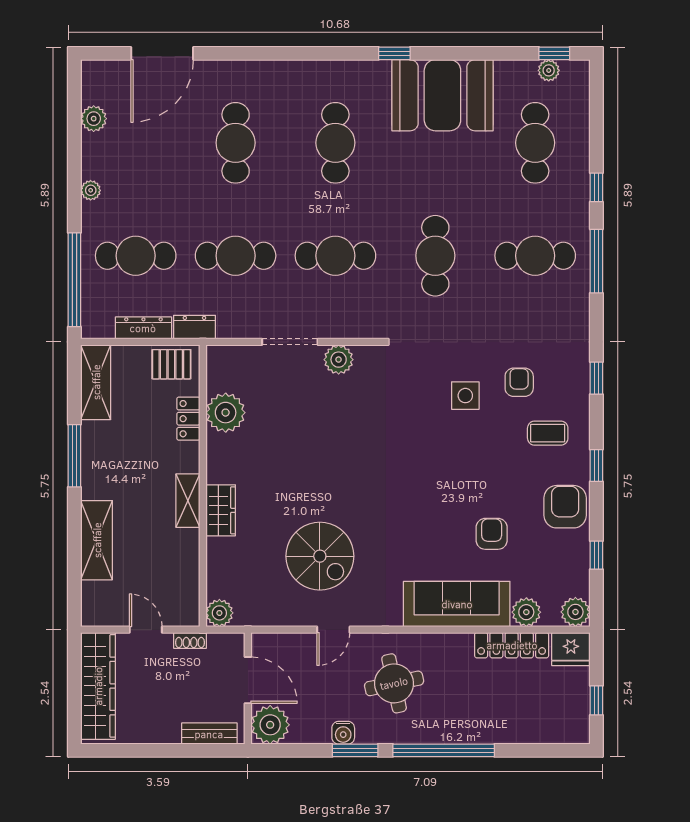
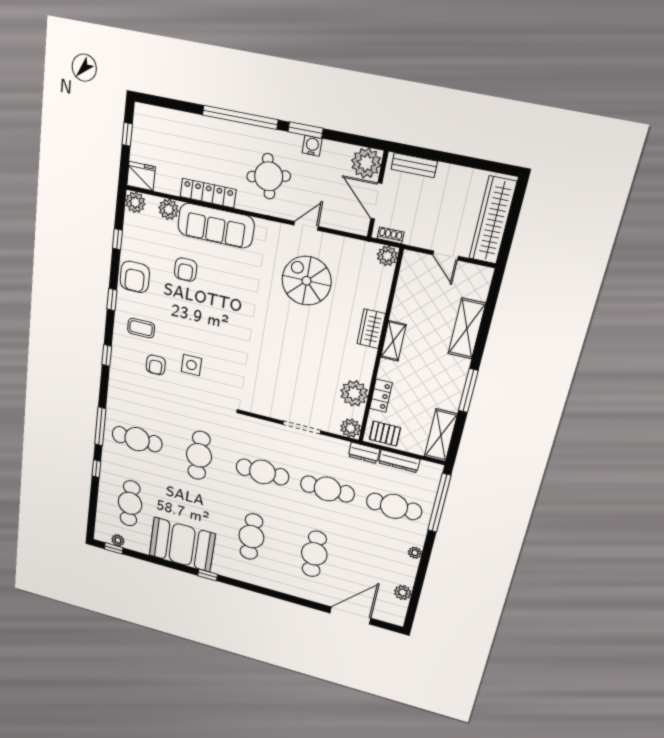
plant: (339, 360) -> (351, 428), moved
shoe rack: (190, 640) -> (391, 235), moved
locker: (512, 645) -> (208, 193), moved

